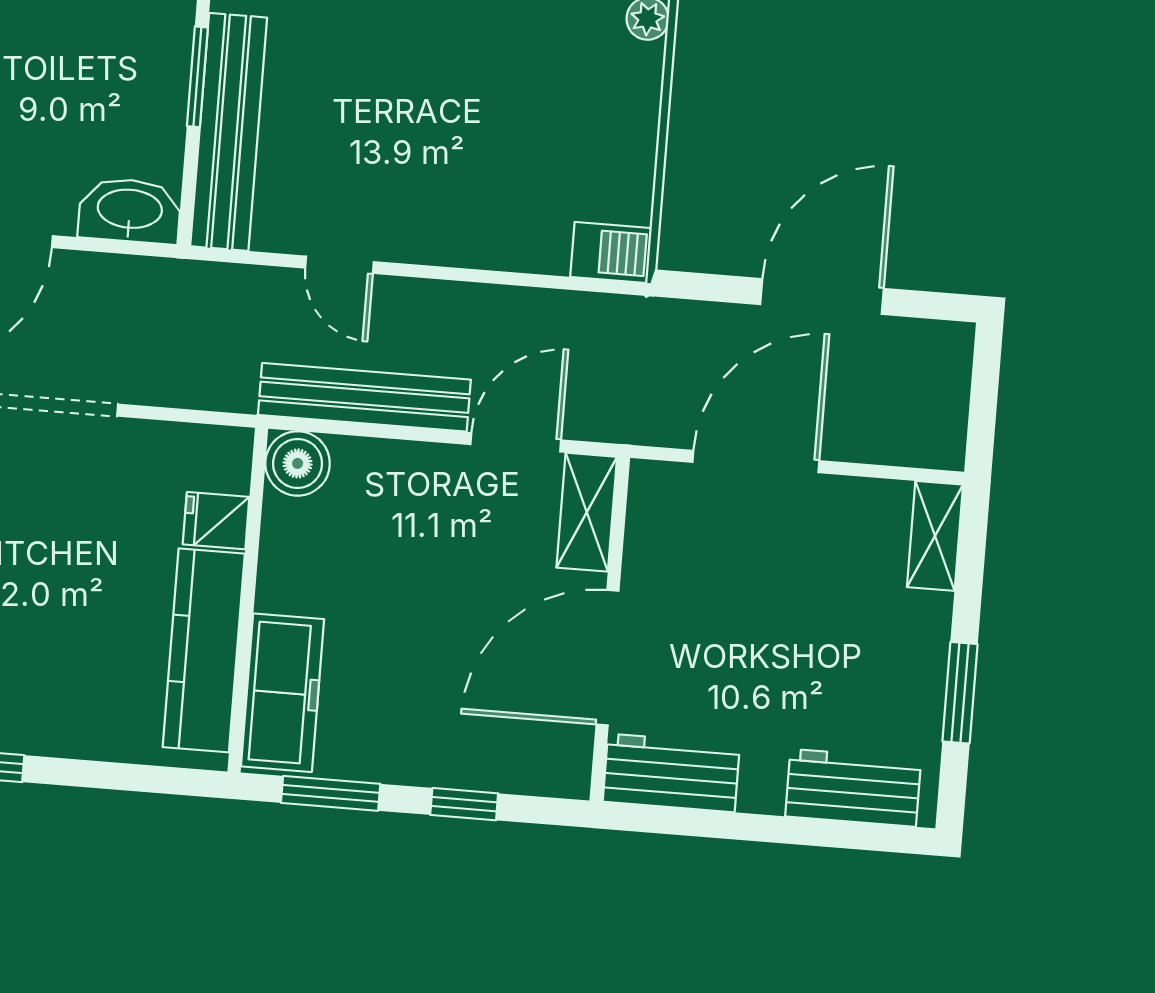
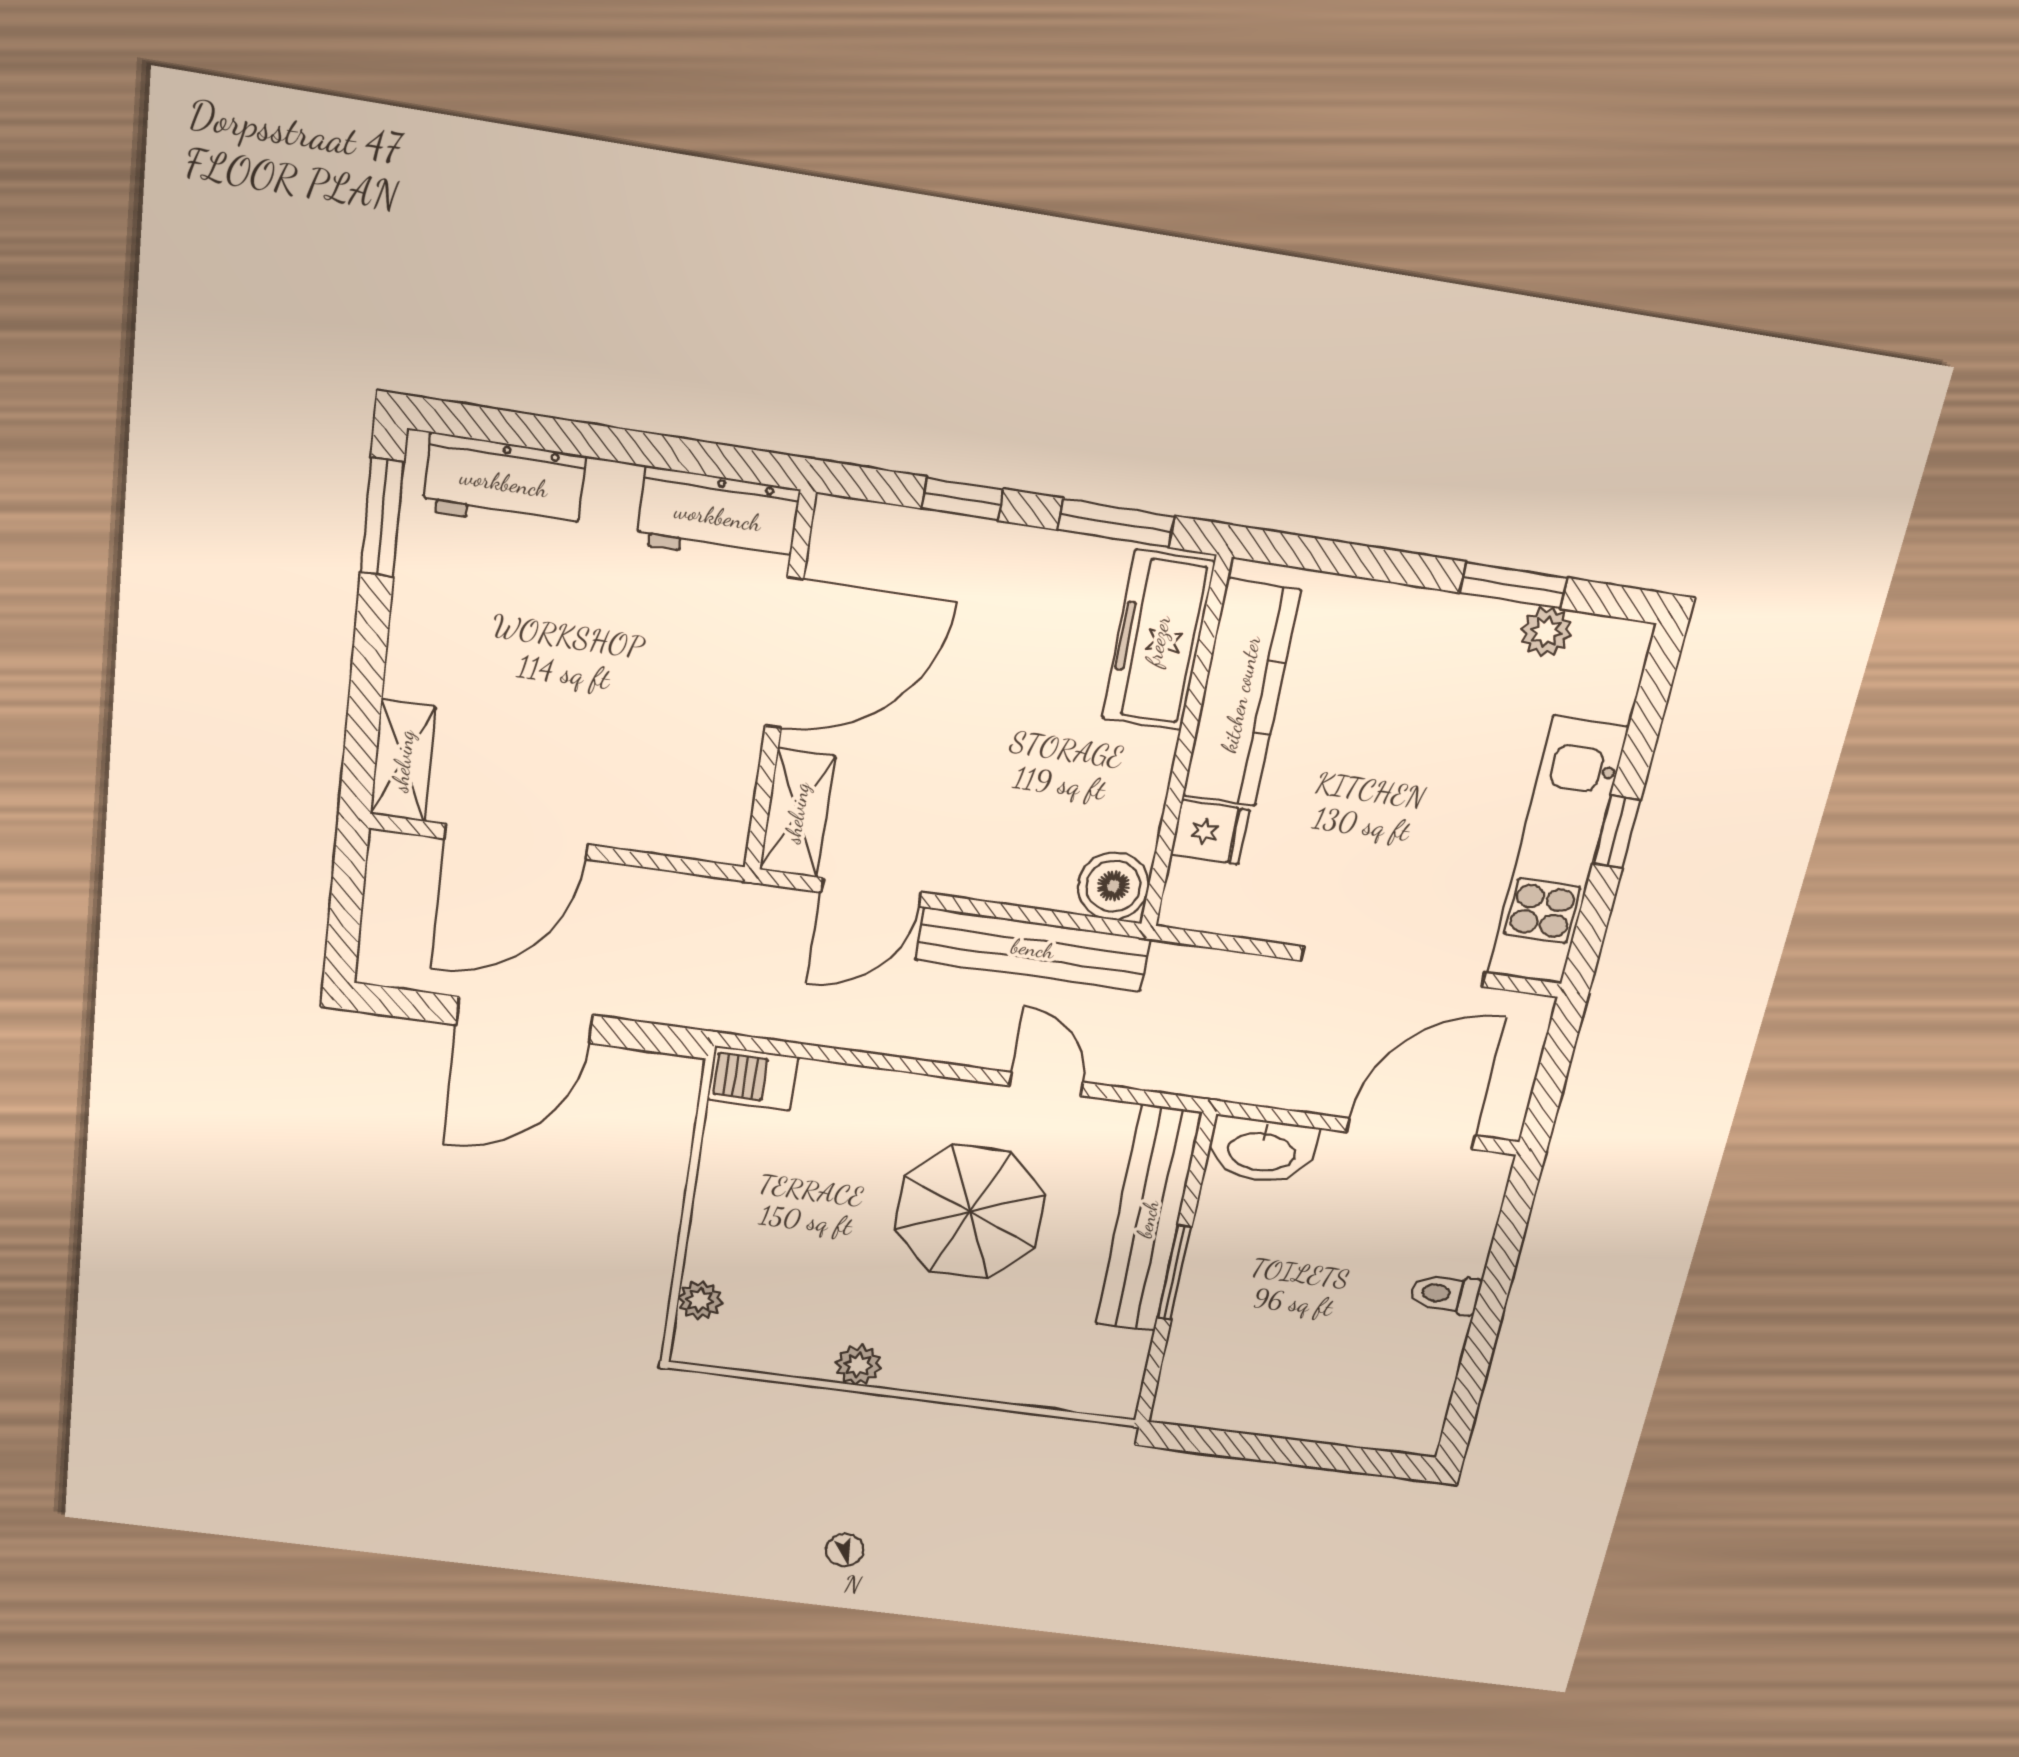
parasol: (398, 128) -> (970, 1212), added
door: (756, 461) -> (516, 842), moved
window: (960, 693) -> (382, 517), moved

